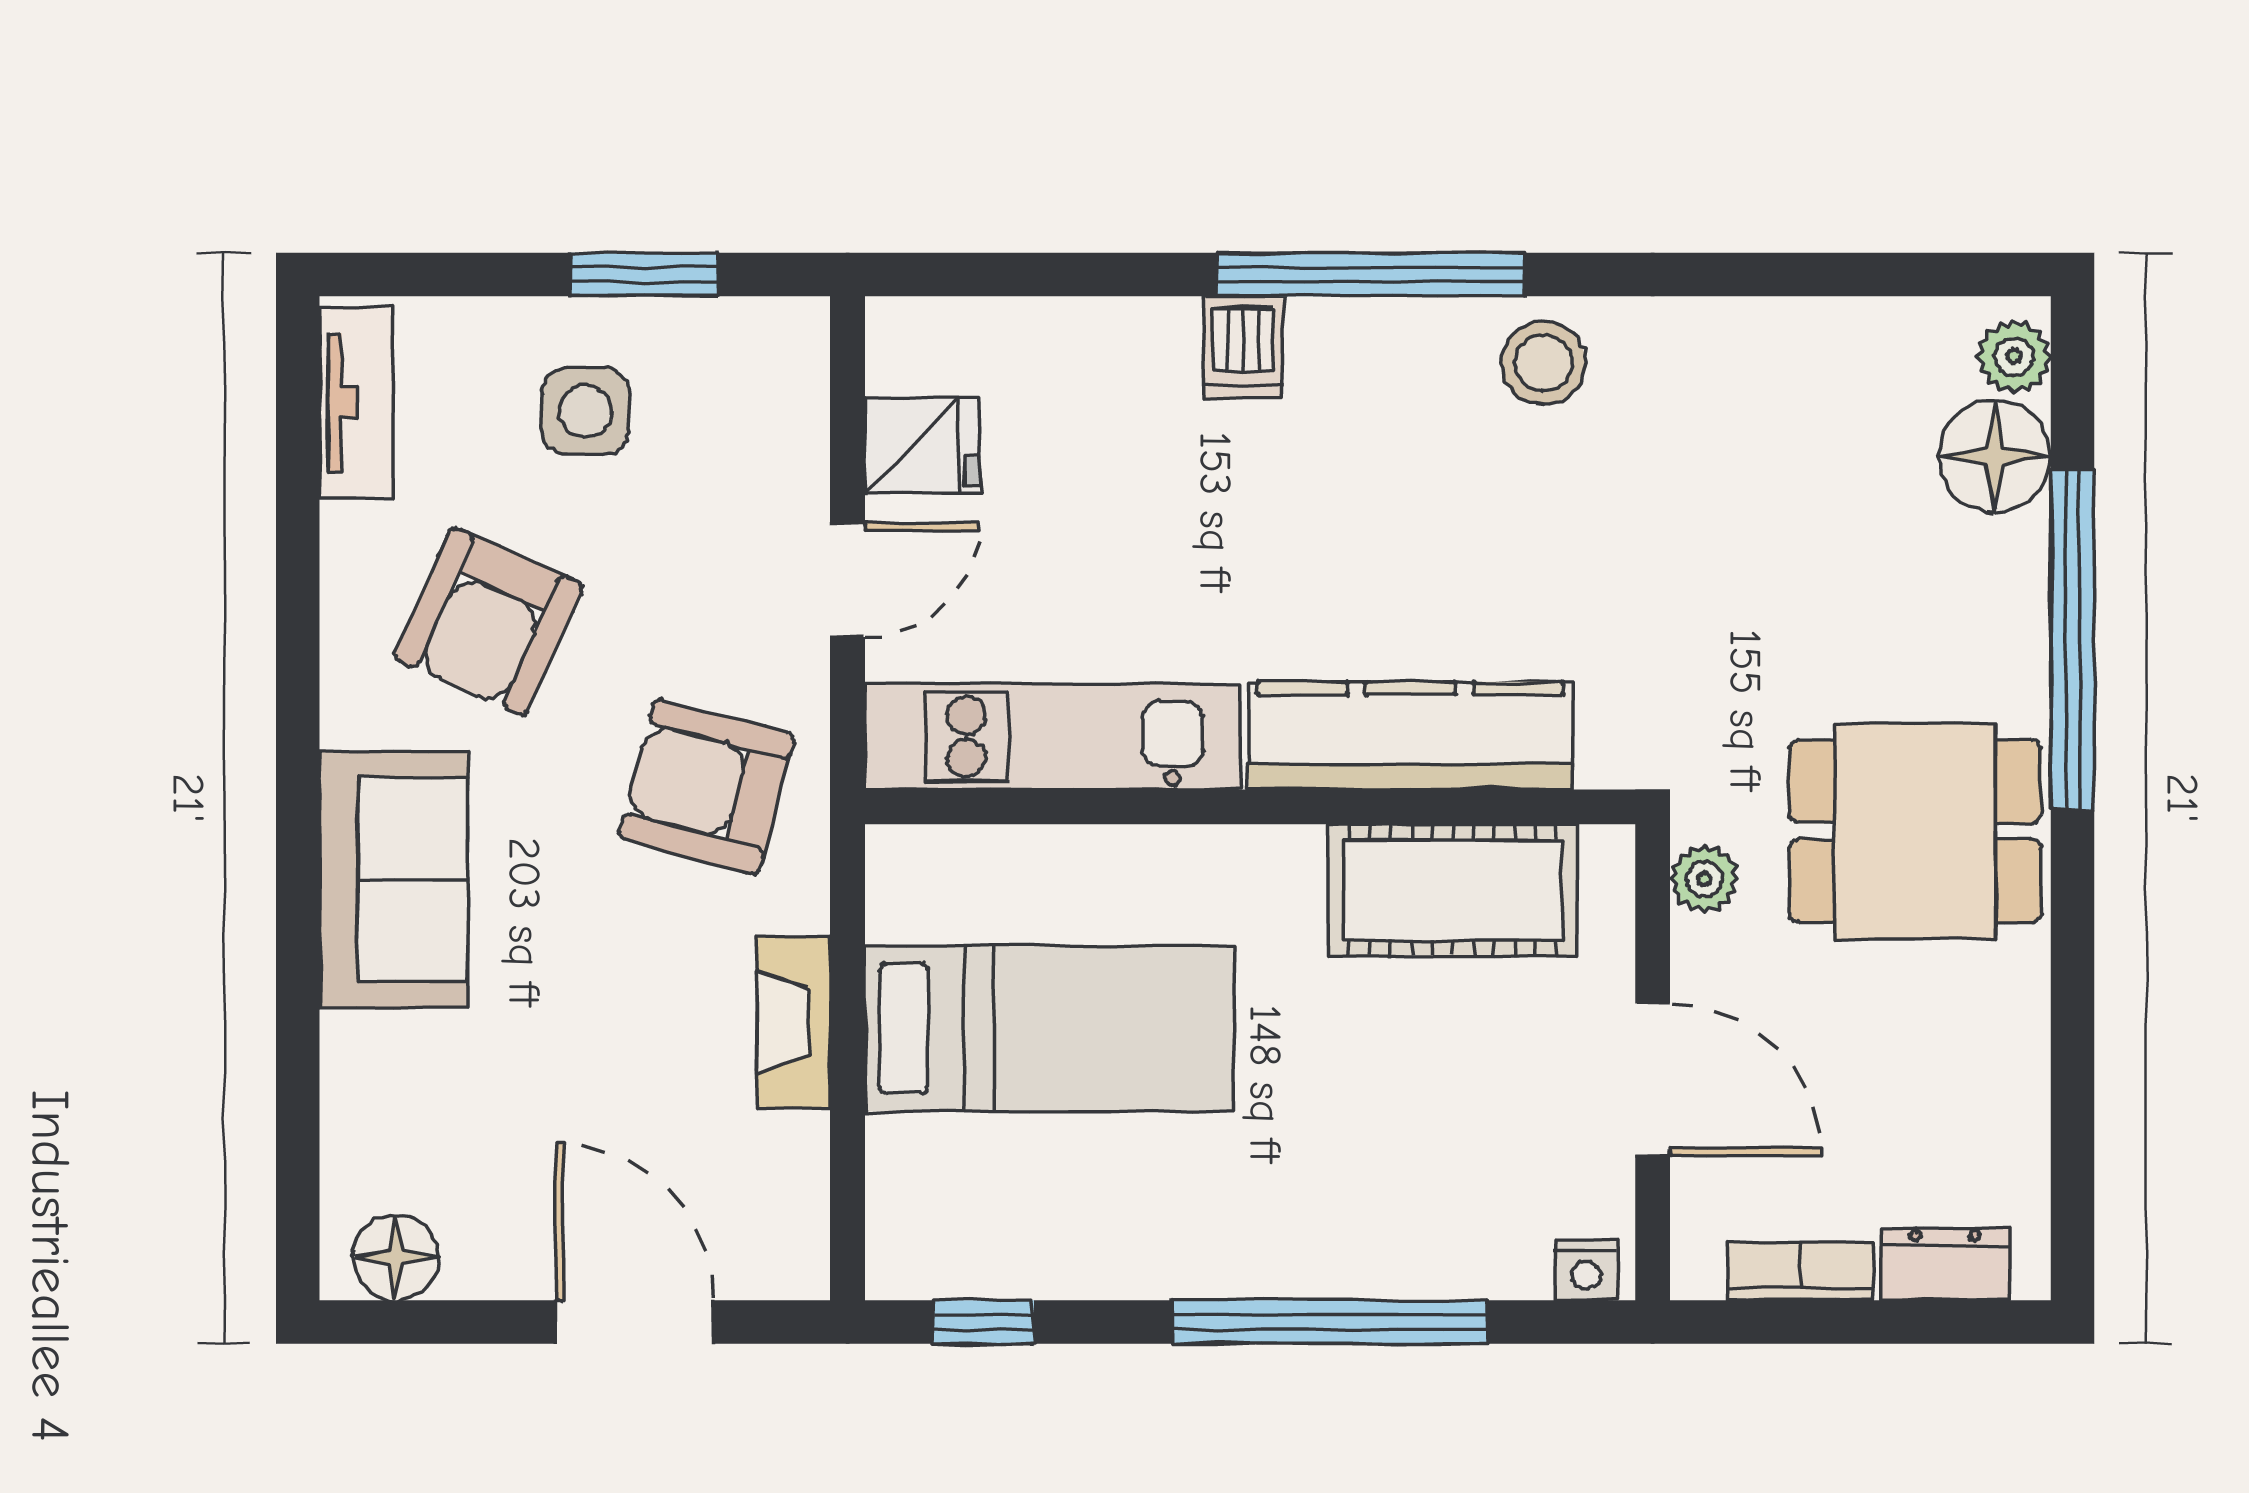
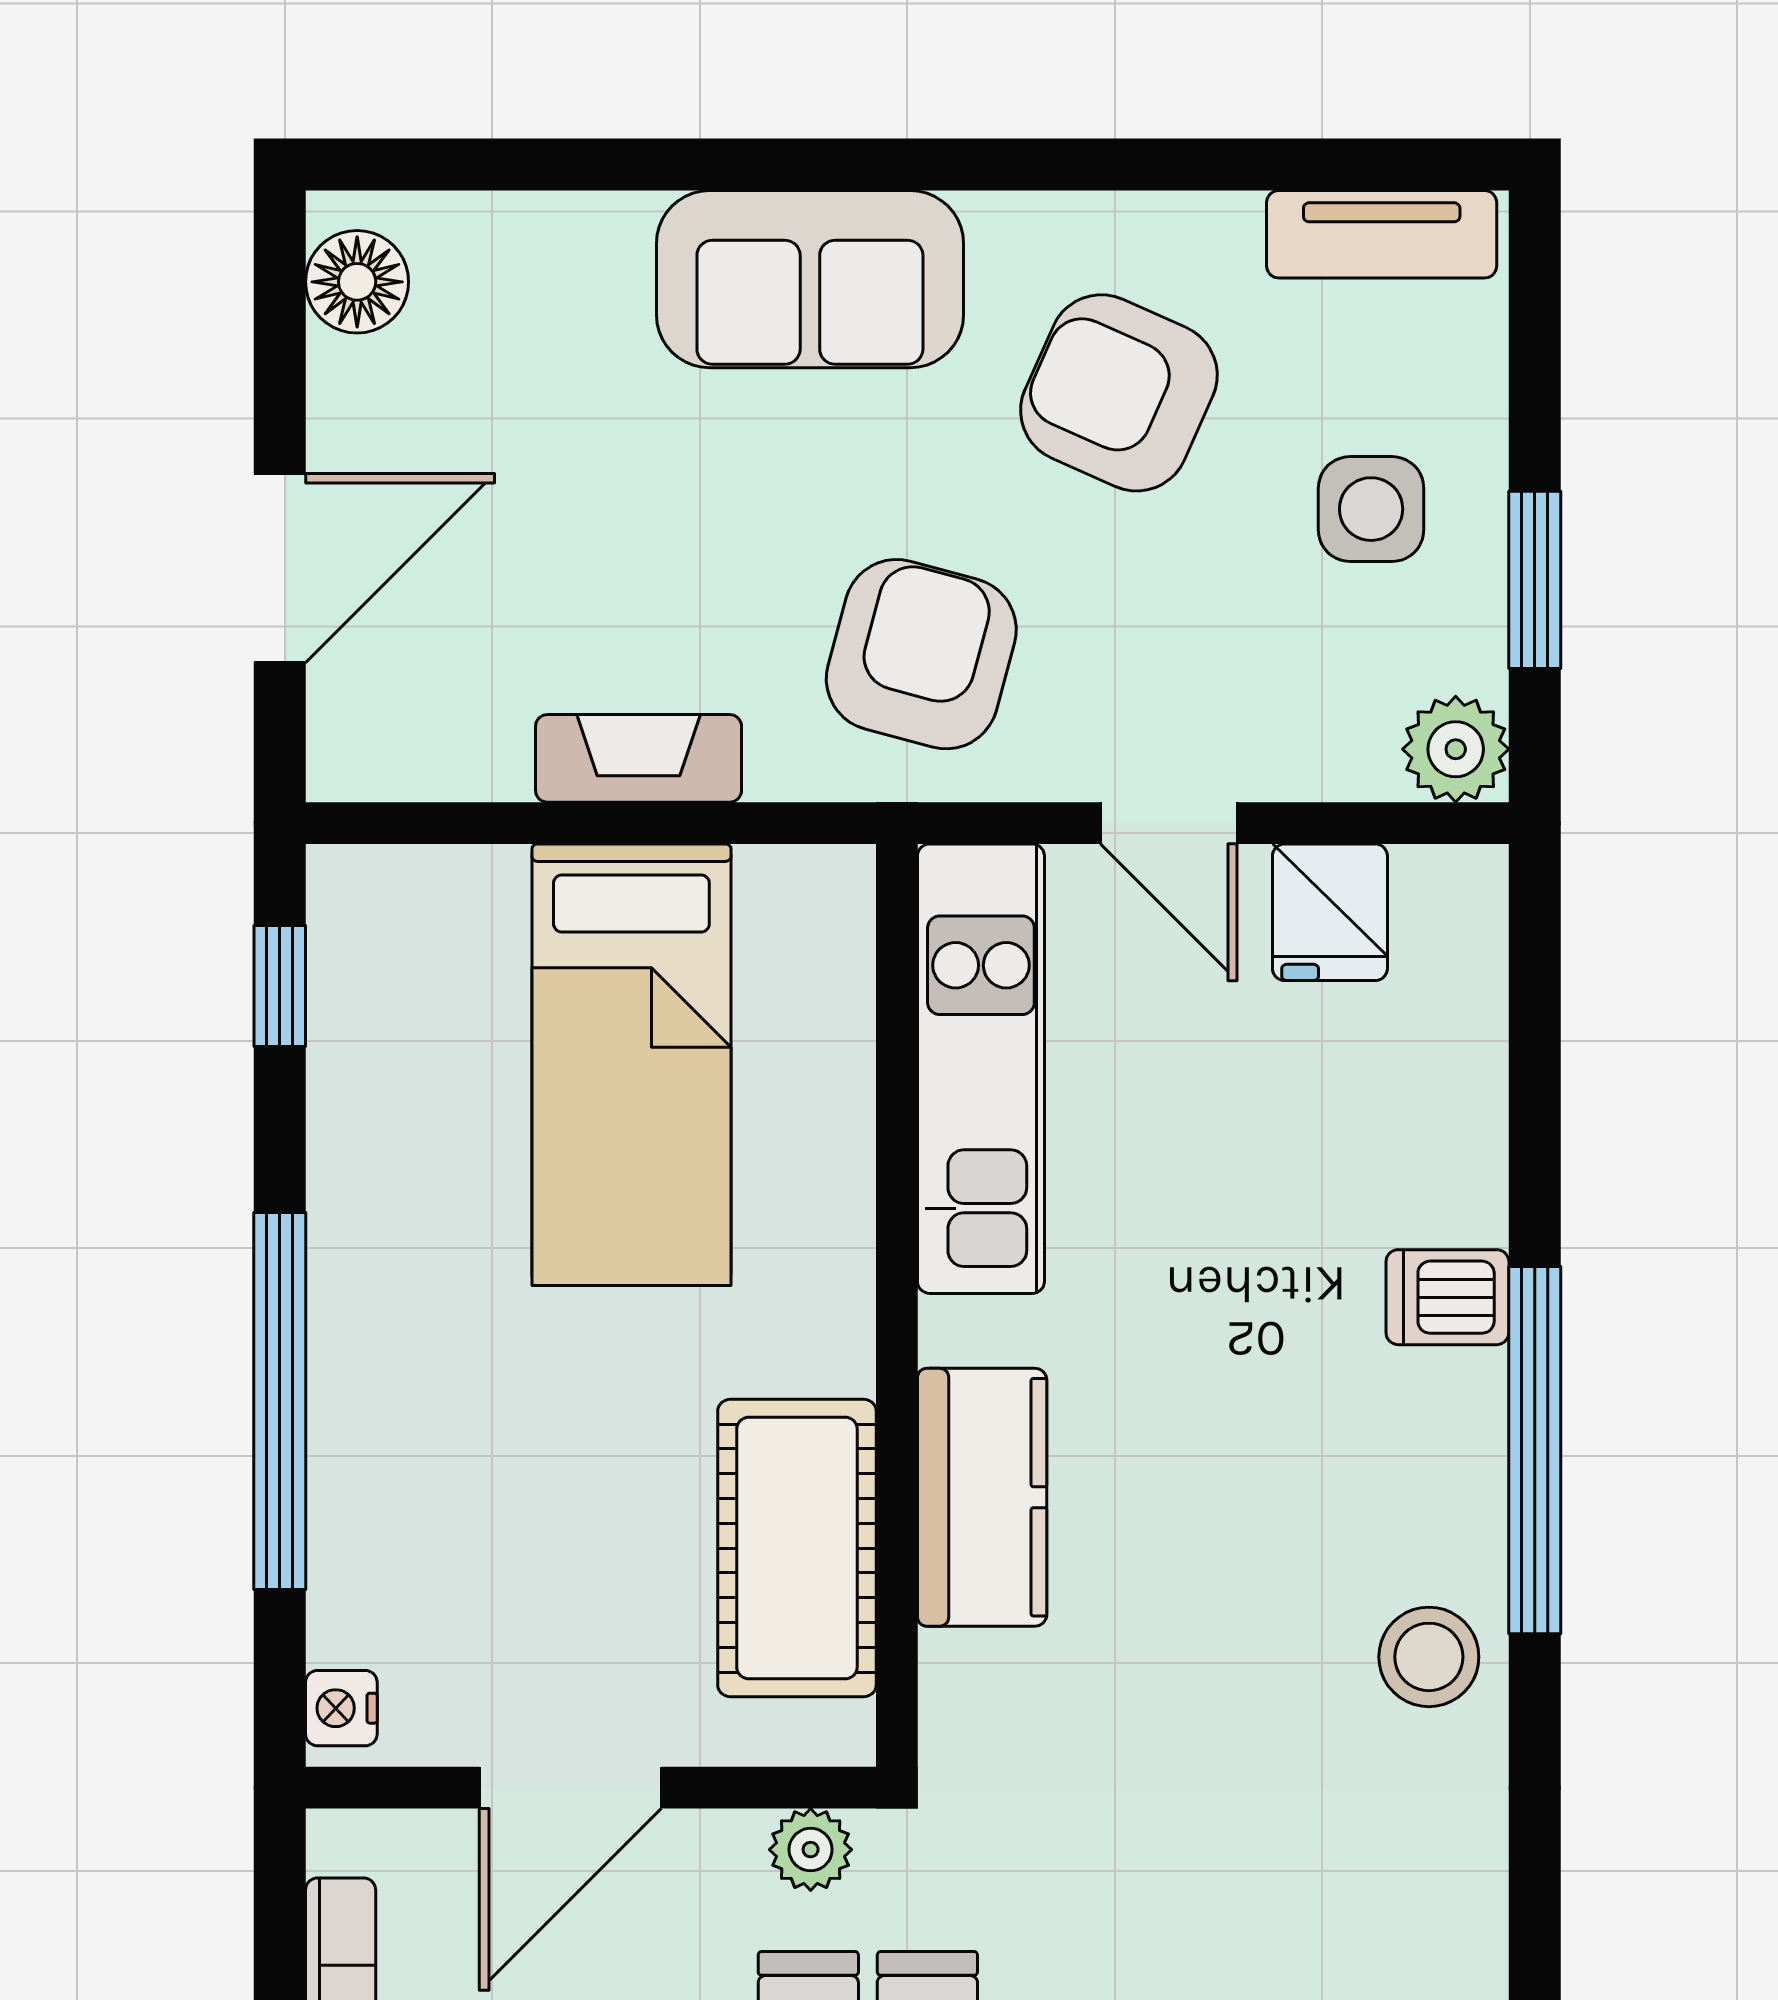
plant: (786, 340) -> (1456, 749), added
kitchen counter: (1410, 736) -> (982, 1497), width x0.67

